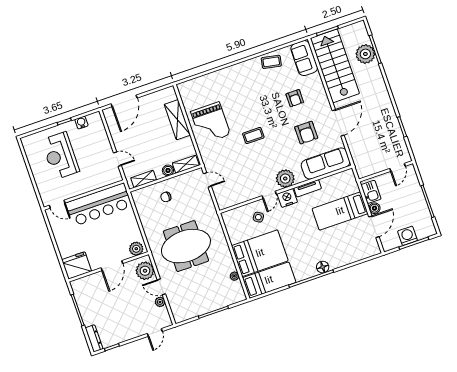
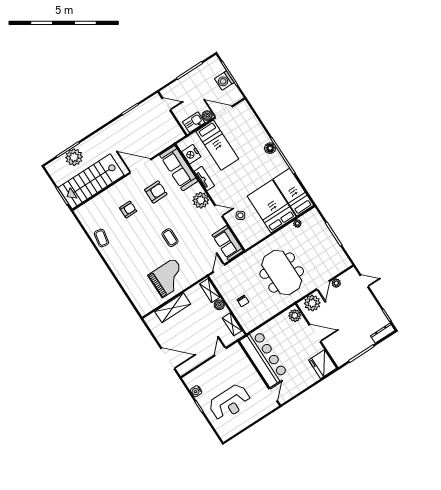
sofa: (304, 58) -> (228, 243), moved, turned 90
nightstand: (287, 198) -> (191, 154), moved

